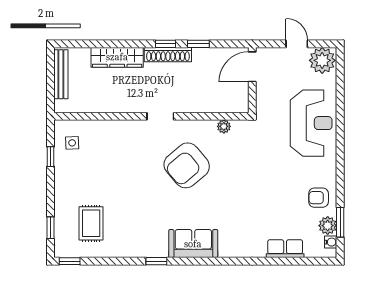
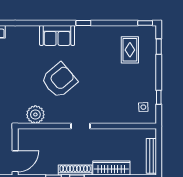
plant: (224, 126) -> (35, 115), width x1.88, depth x1.88
armchair: (187, 165) -> (59, 80), moved

